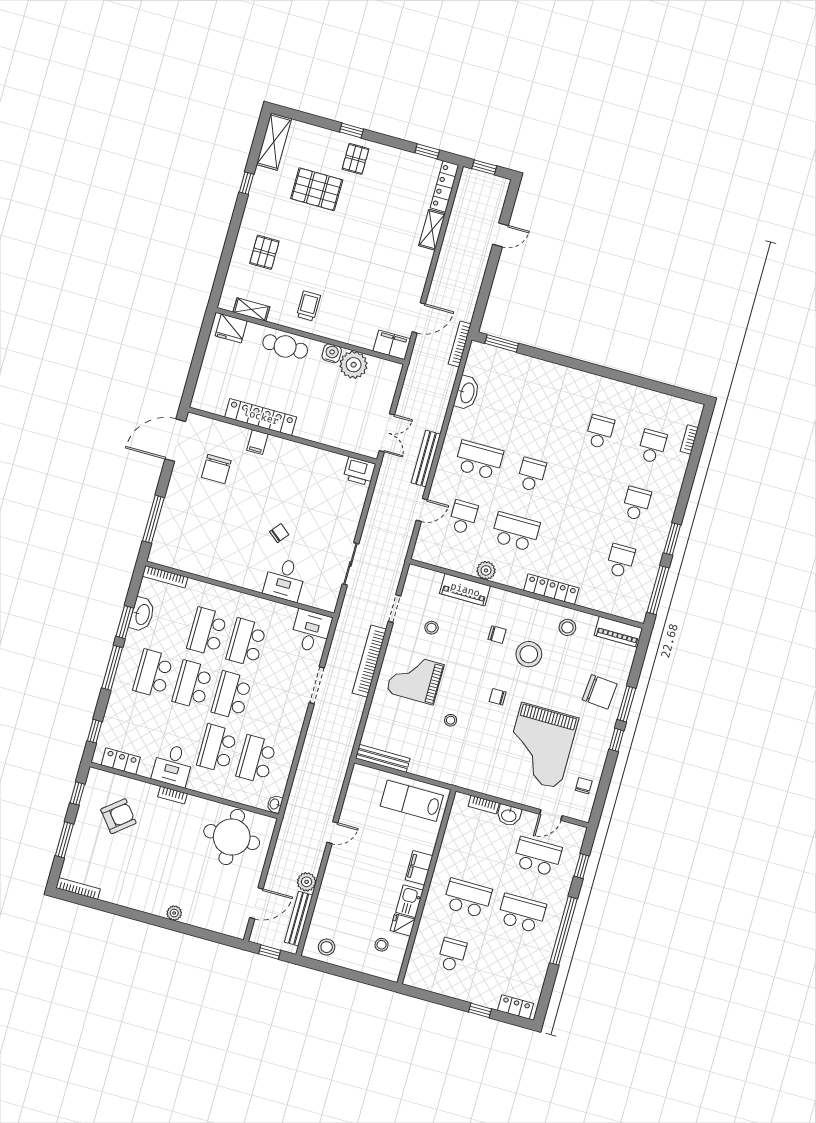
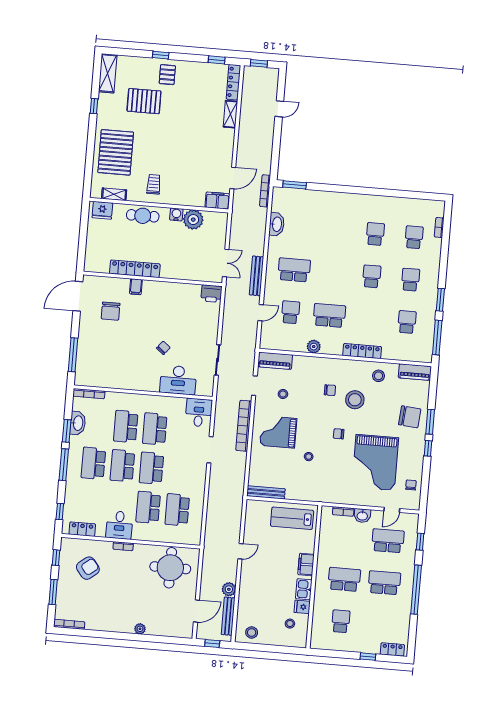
pallet: (264, 252) -> (116, 152), width x2.05, depth x2.00
school desk: (531, 475) -> (372, 276), moved
desk: (285, 579) -> (178, 380), width x1.37
piano: (465, 590) -> (275, 361), moved
washbasin: (275, 804) -> (196, 539), removed

